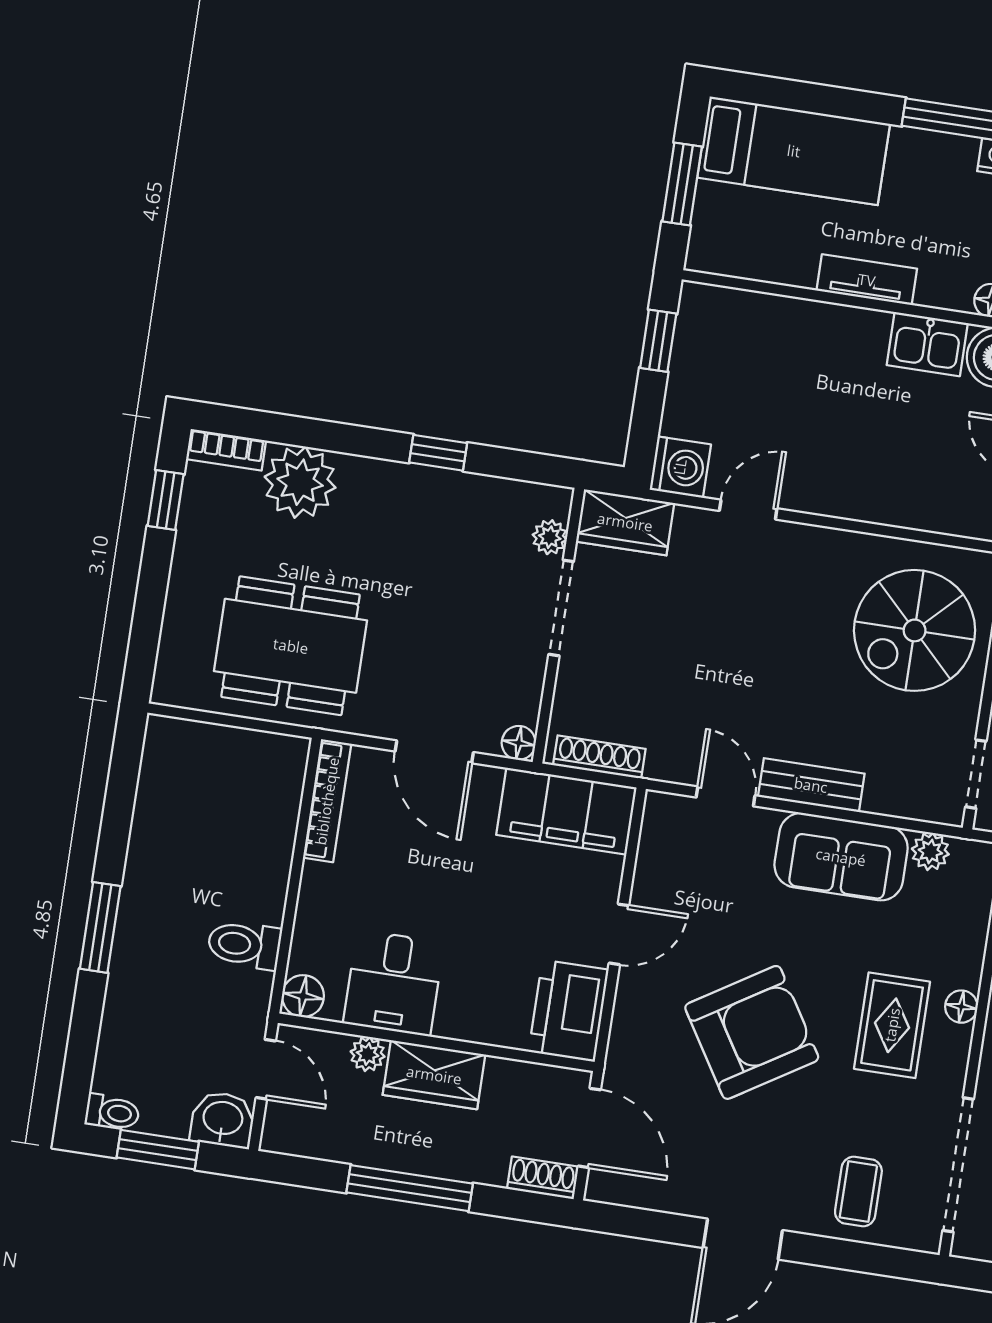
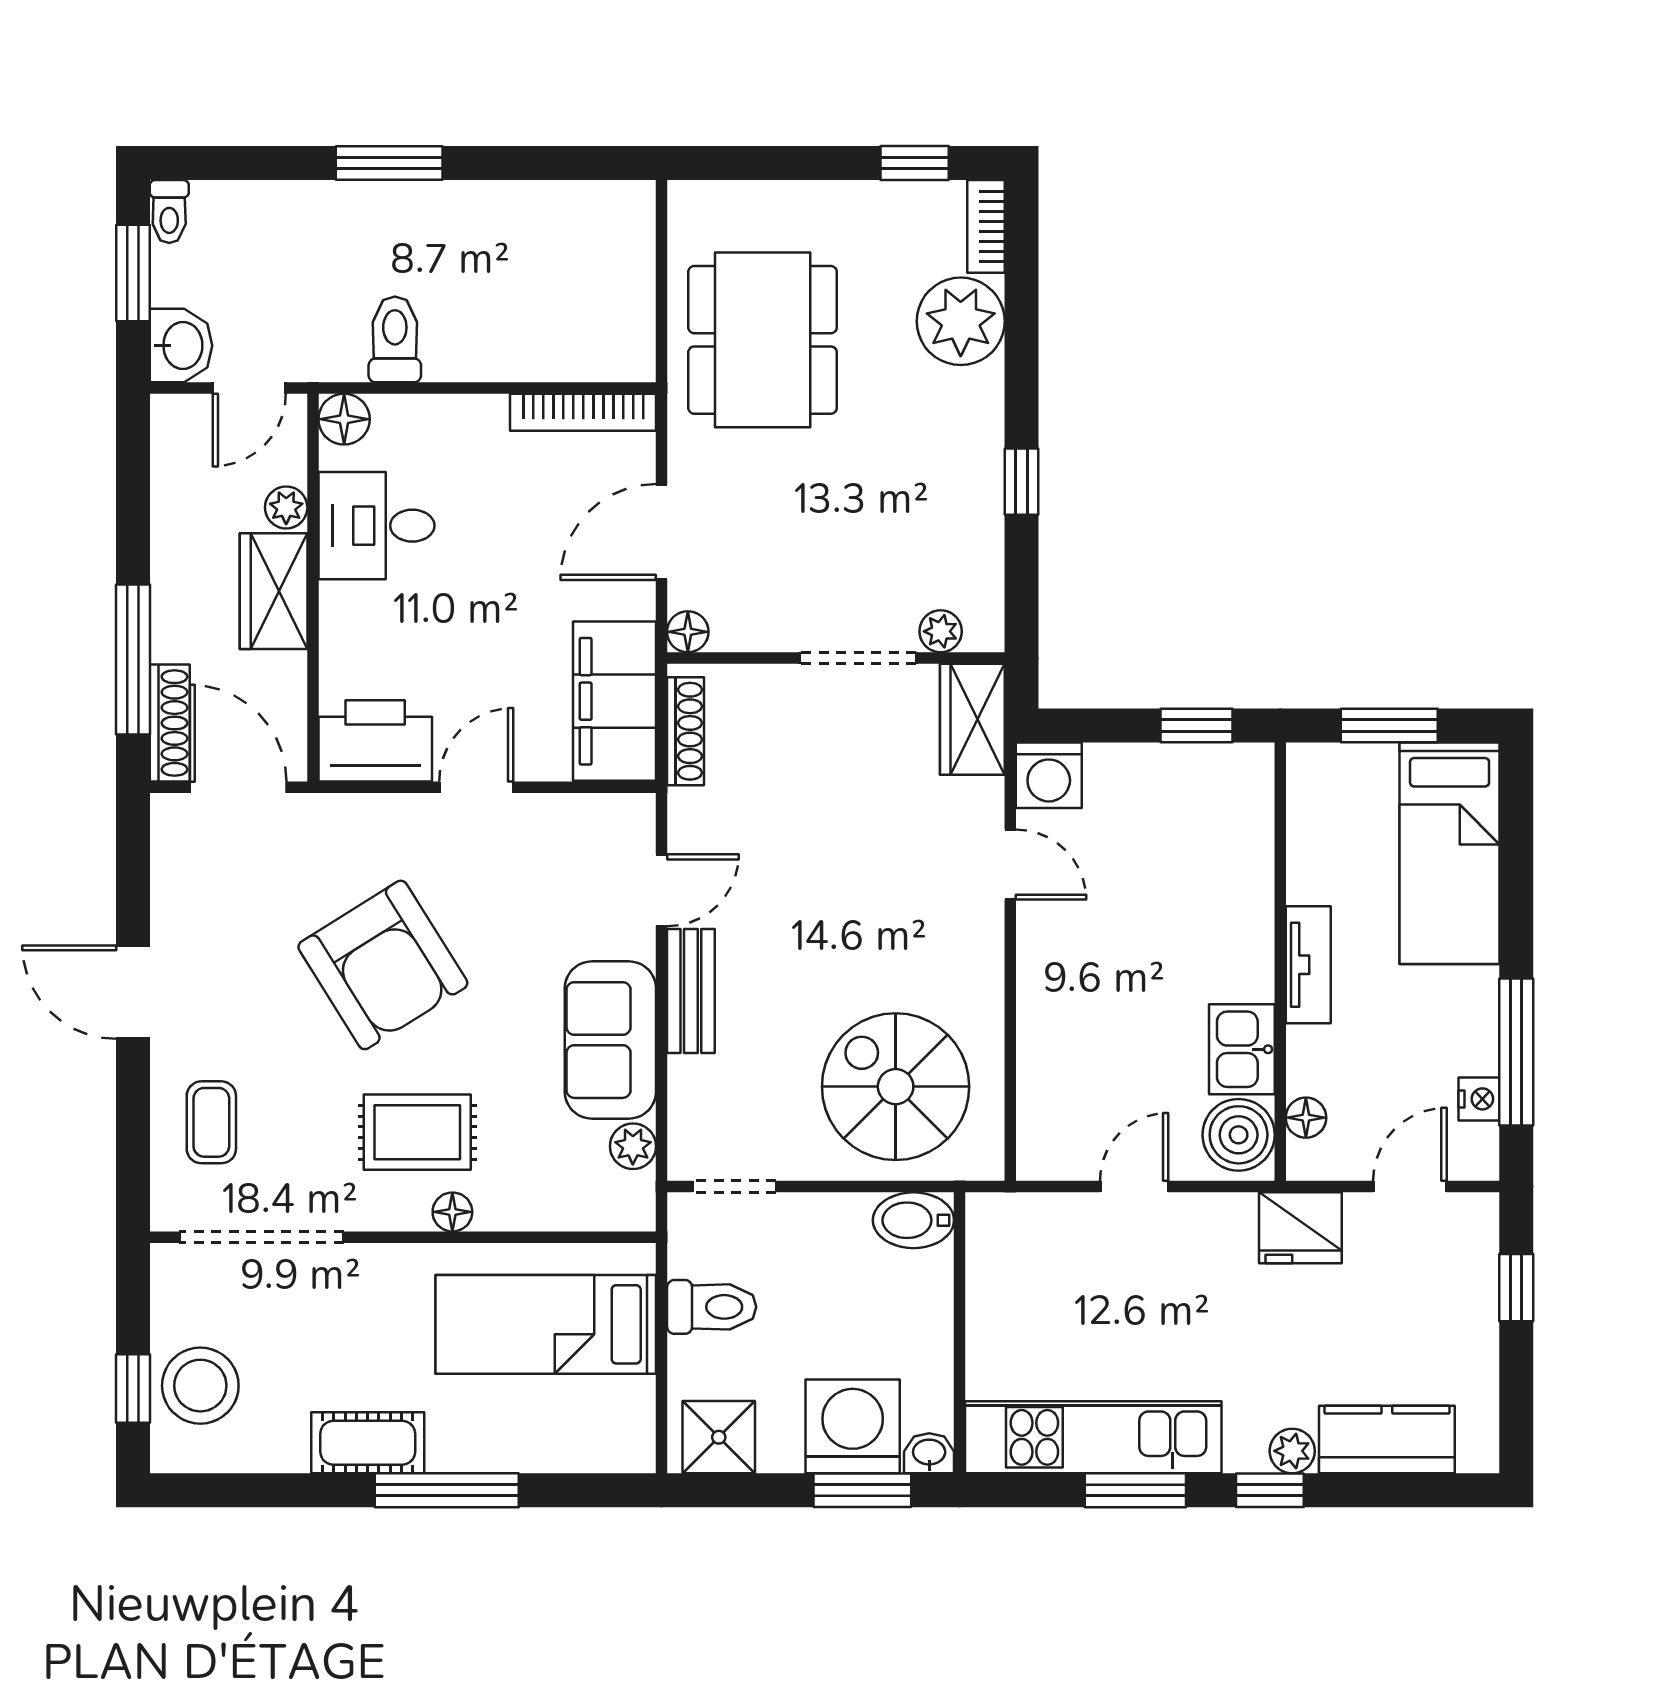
door: (619, 934) -> (476, 787), swing flipped
door: (589, 1128) -> (238, 787), swing flipped
shoe rack: (543, 1178) -> (170, 723), width x1.43
window: (410, 1188) -> (133, 660), moved
coffee table: (858, 1192) -> (211, 1122), turned 90

